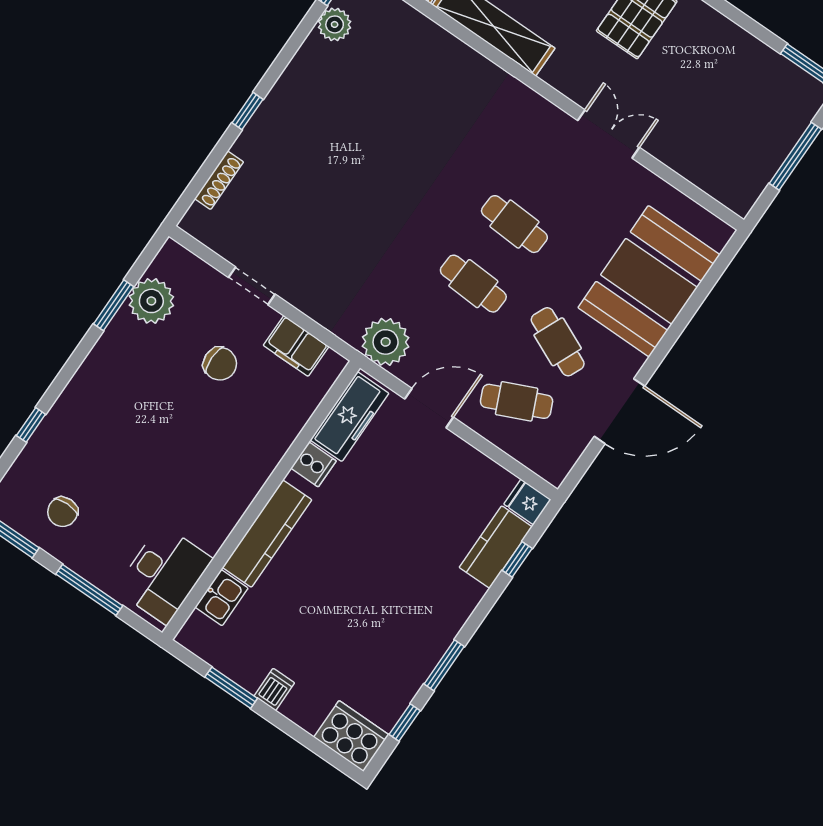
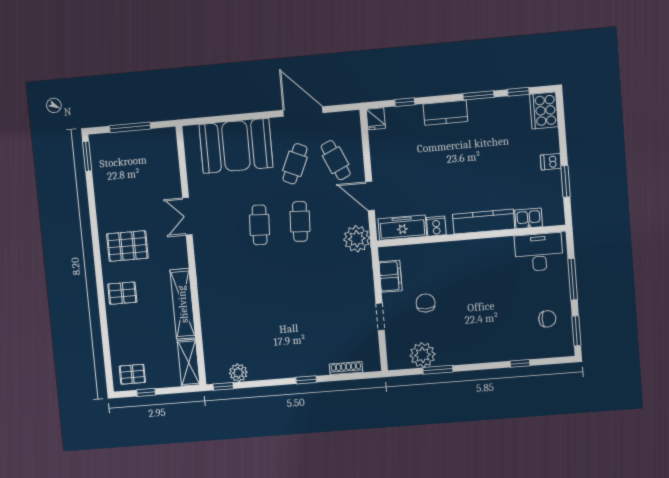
kitchen counter: (496, 547) -> (445, 113), moved

